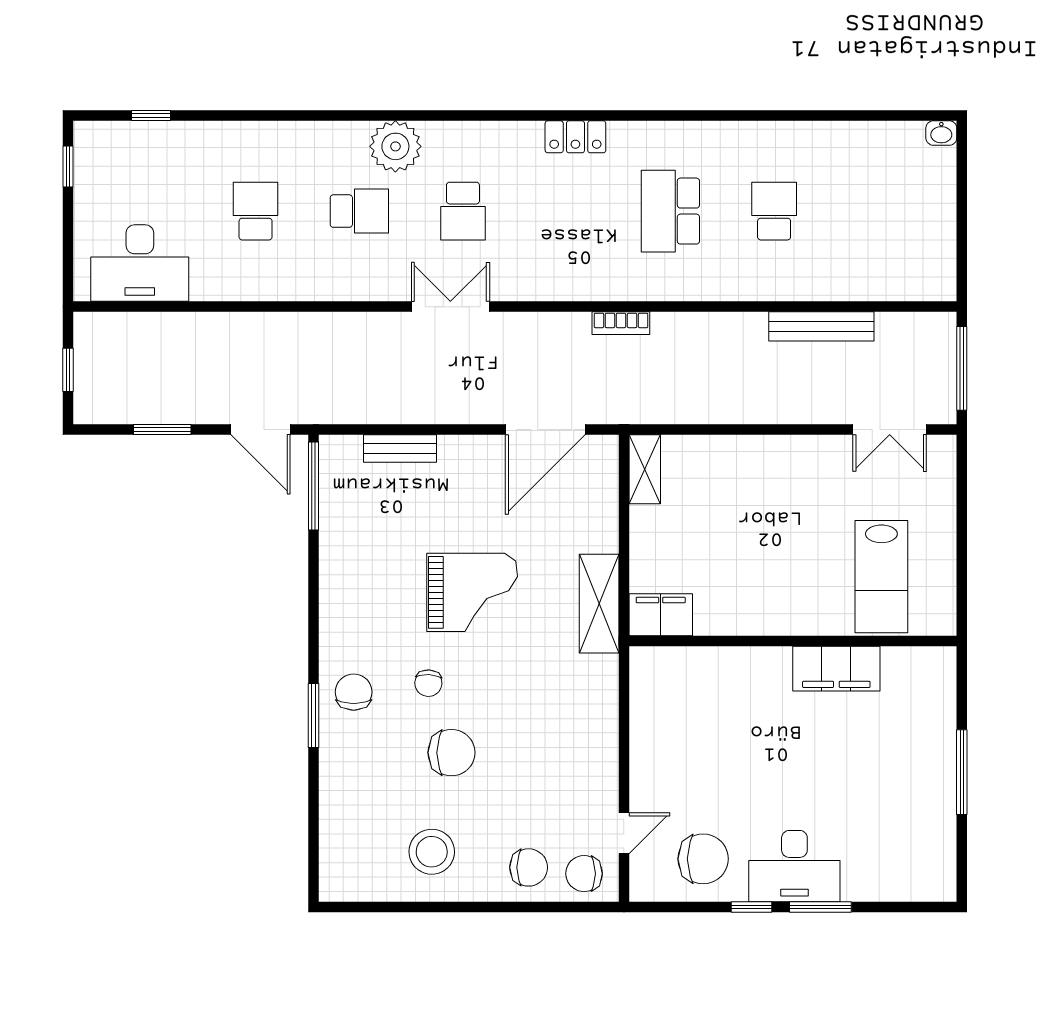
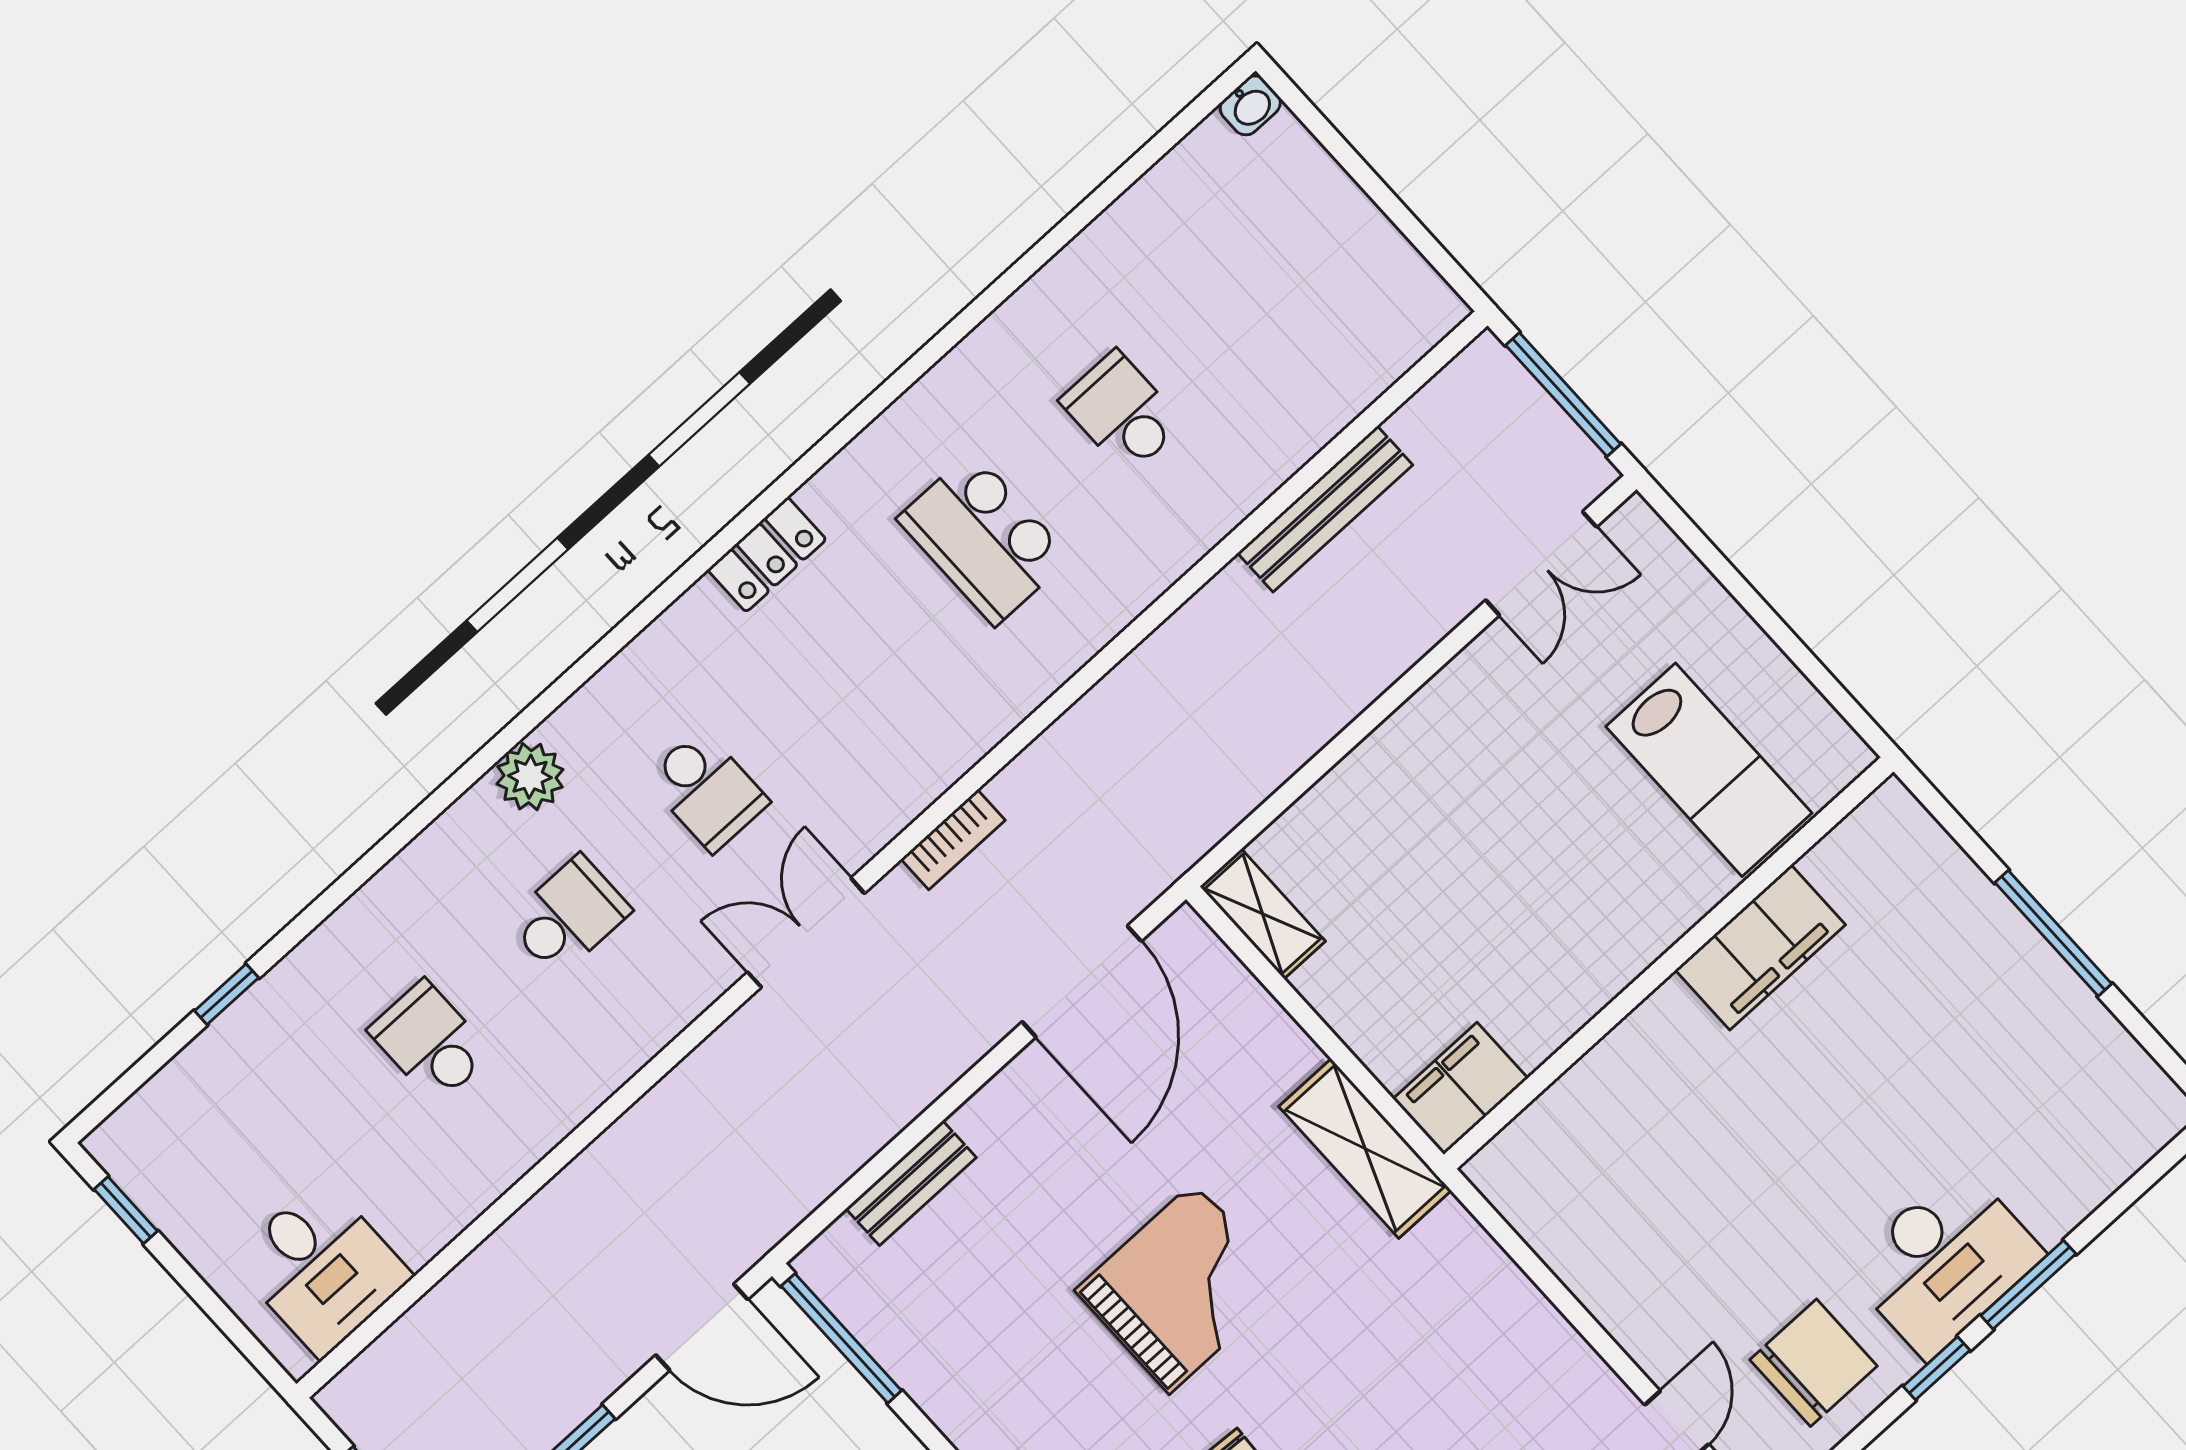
window: (151, 116) -> (227, 994), moved
plant: (395, 146) -> (530, 777), width x0.73, depth x0.73
desk: (140, 263) -> (321, 1268), width x0.73
bookcase: (621, 323) -> (953, 840), moved

